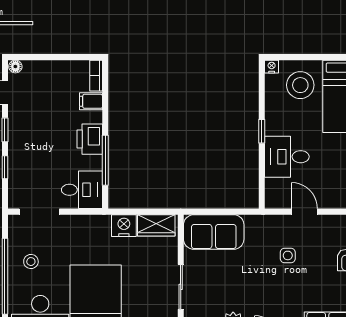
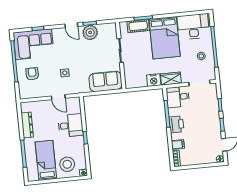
wardrobe: (156, 225) -> (171, 79), moved

